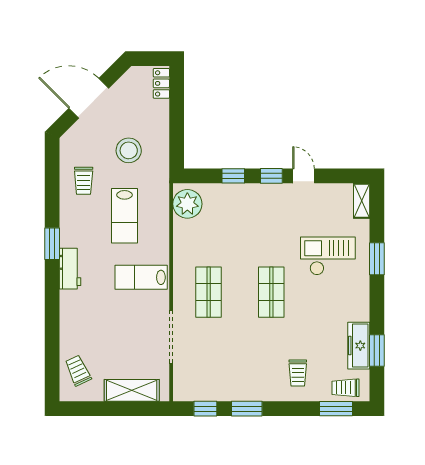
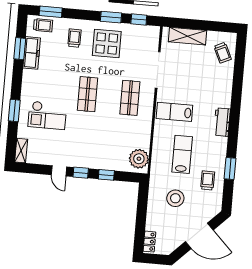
window: (52, 244) -> (230, 169), moved
lab bench: (141, 277) -> (174, 112), turned 180
display table: (250, 369) -> (107, 44), added

